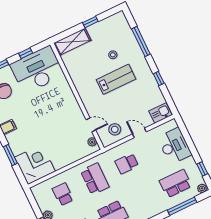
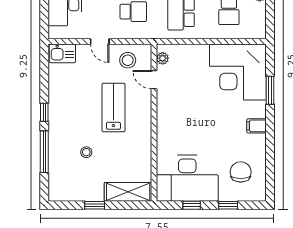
lab bench: (116, 79) -> (113, 108), moved, turned 90
window: (159, 79) -> (44, 112), moved
corner desk: (35, 164) -> (238, 72), width x1.36, depth x1.36

